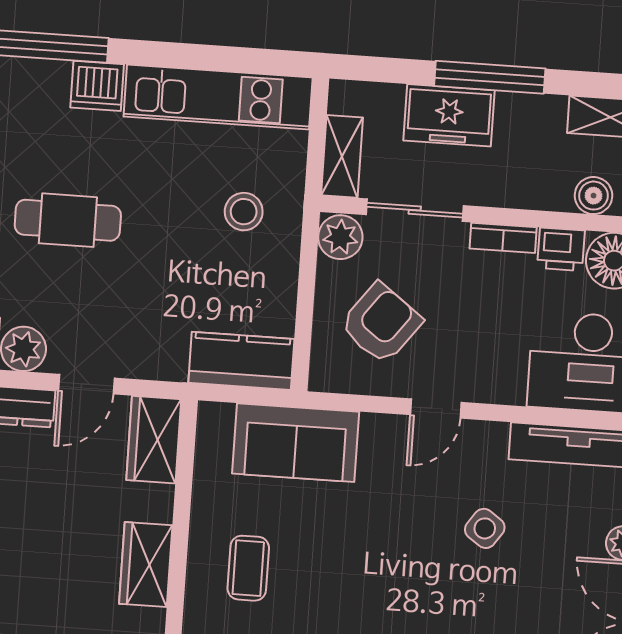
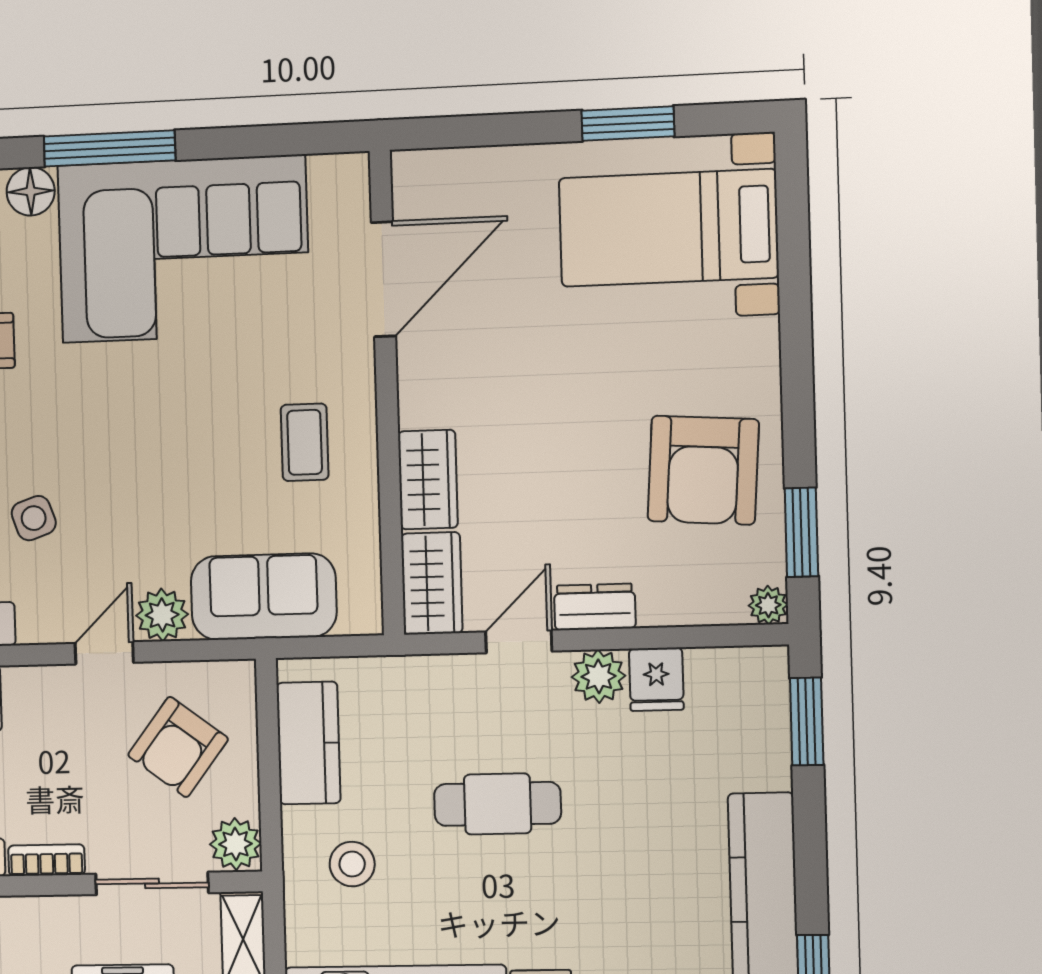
cafe table: (68, 220) -> (498, 804), moved
kitchen counter: (241, 361) -> (308, 743), moved, turned -90
plant: (383, 436) -> (162, 615), added
side table: (485, 528) -> (34, 518), turned 36
wardrobe: (146, 564) -> (428, 480), moved

